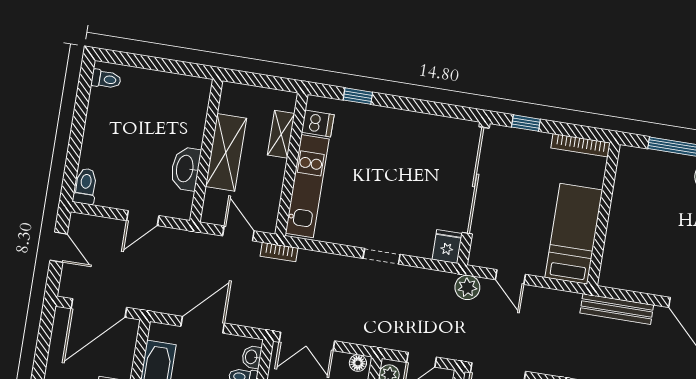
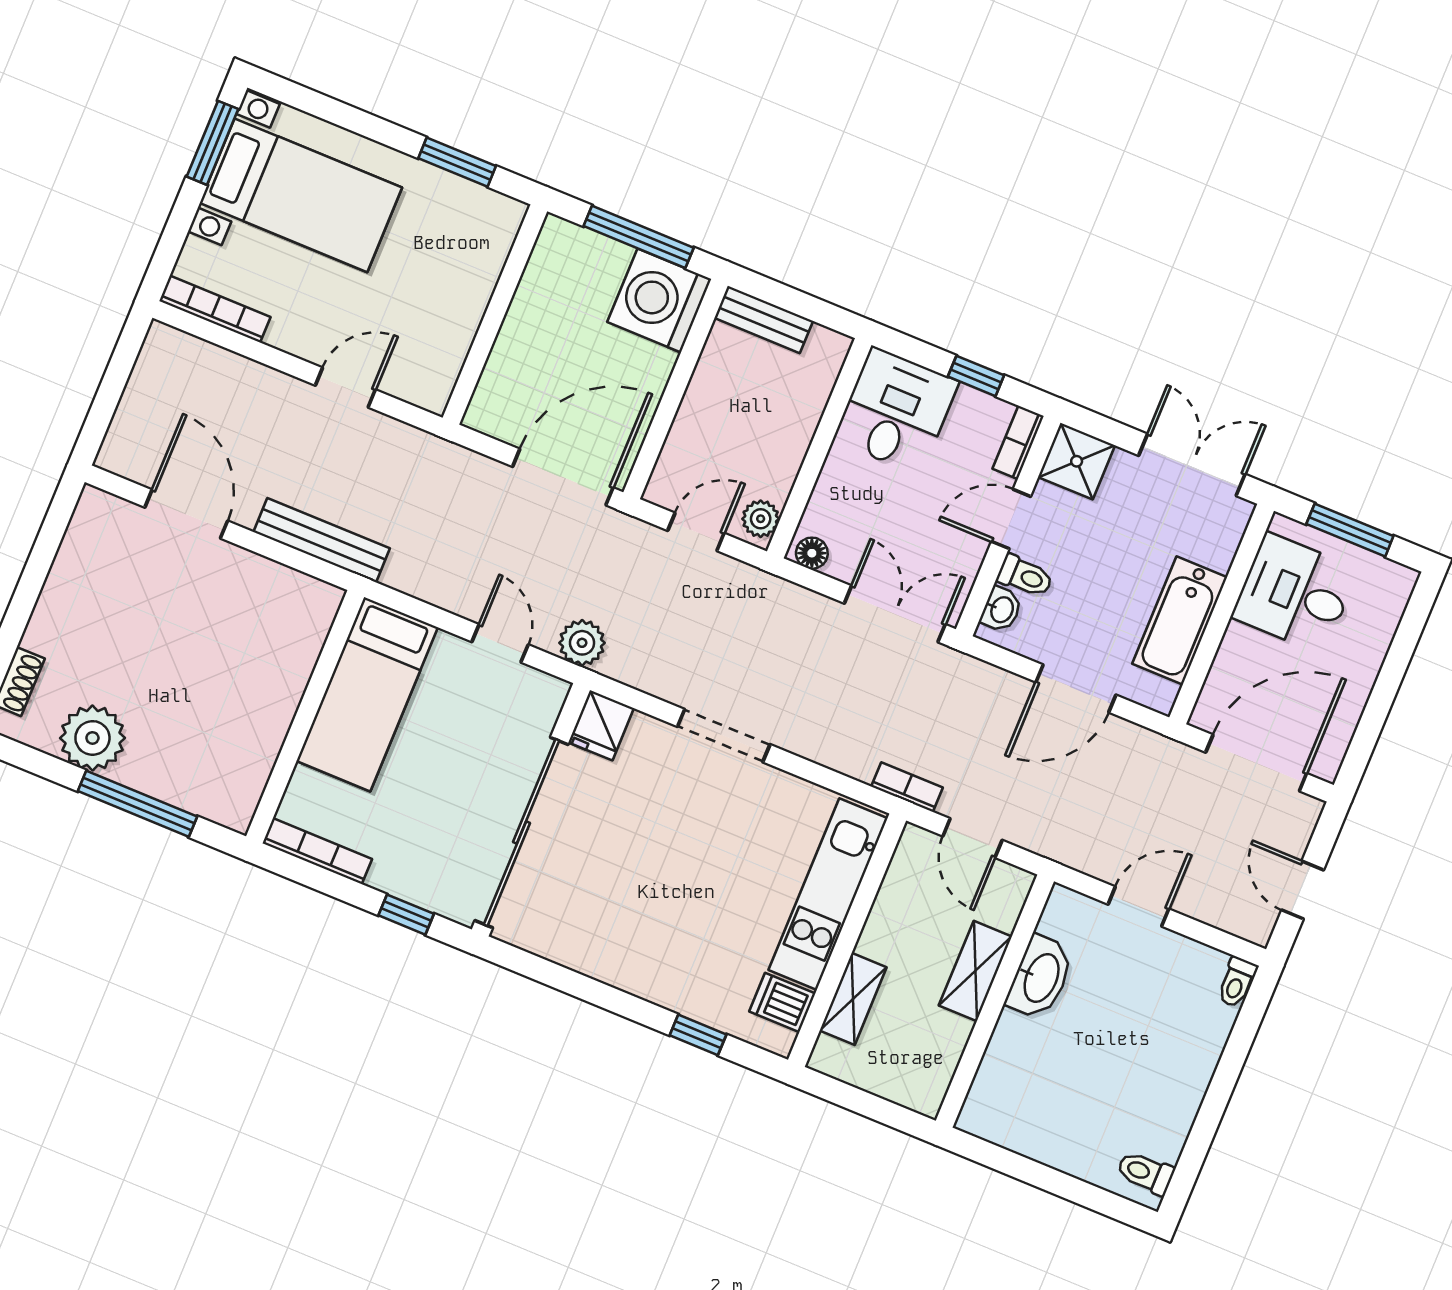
shelving: (226, 152) -> (975, 971), width x0.67, depth x0.75
toilet: (85, 186) -> (1237, 982), width x0.73, depth x0.72
doorway: (382, 256) -> (724, 736), width x1.38

